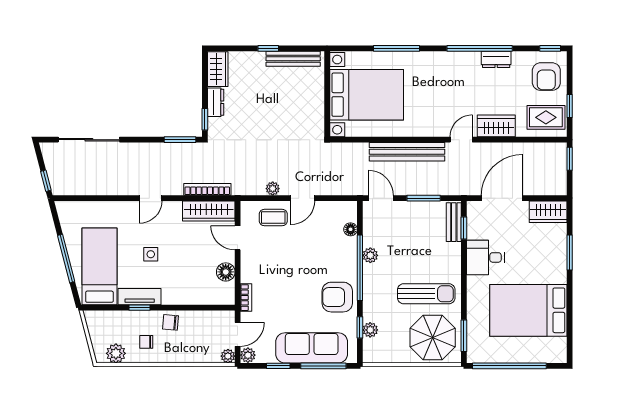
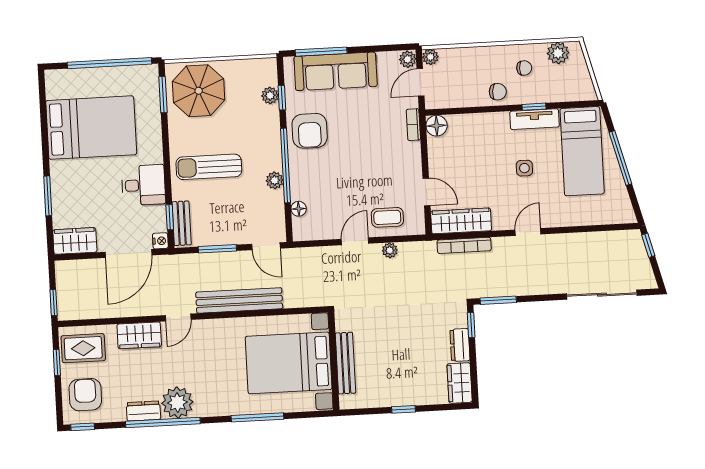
bench: (293, 59) -> (345, 363), moved, turned 90
plant: (466, 65) -> (177, 403), added
nightstand: (473, 208) -> (160, 241), added
floor lamp: (226, 272) -> (437, 126), moved
sun lounger: (426, 294) -> (209, 167), moved
armchair: (337, 297) -> (310, 131), turned 90
window: (278, 366) -> (372, 49), removed

